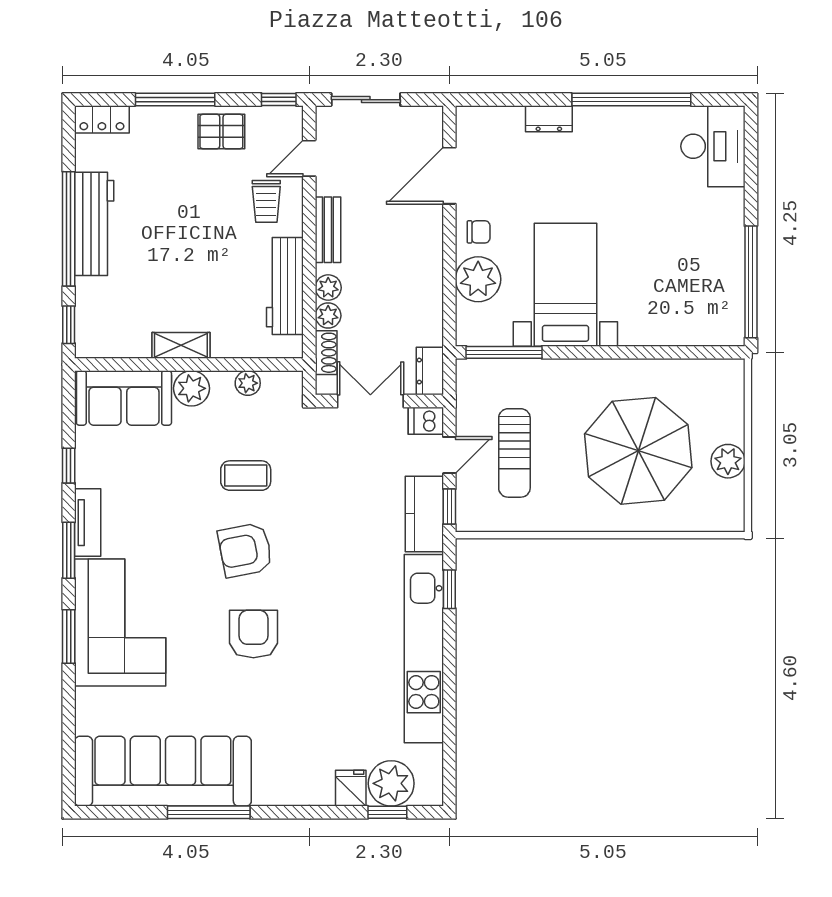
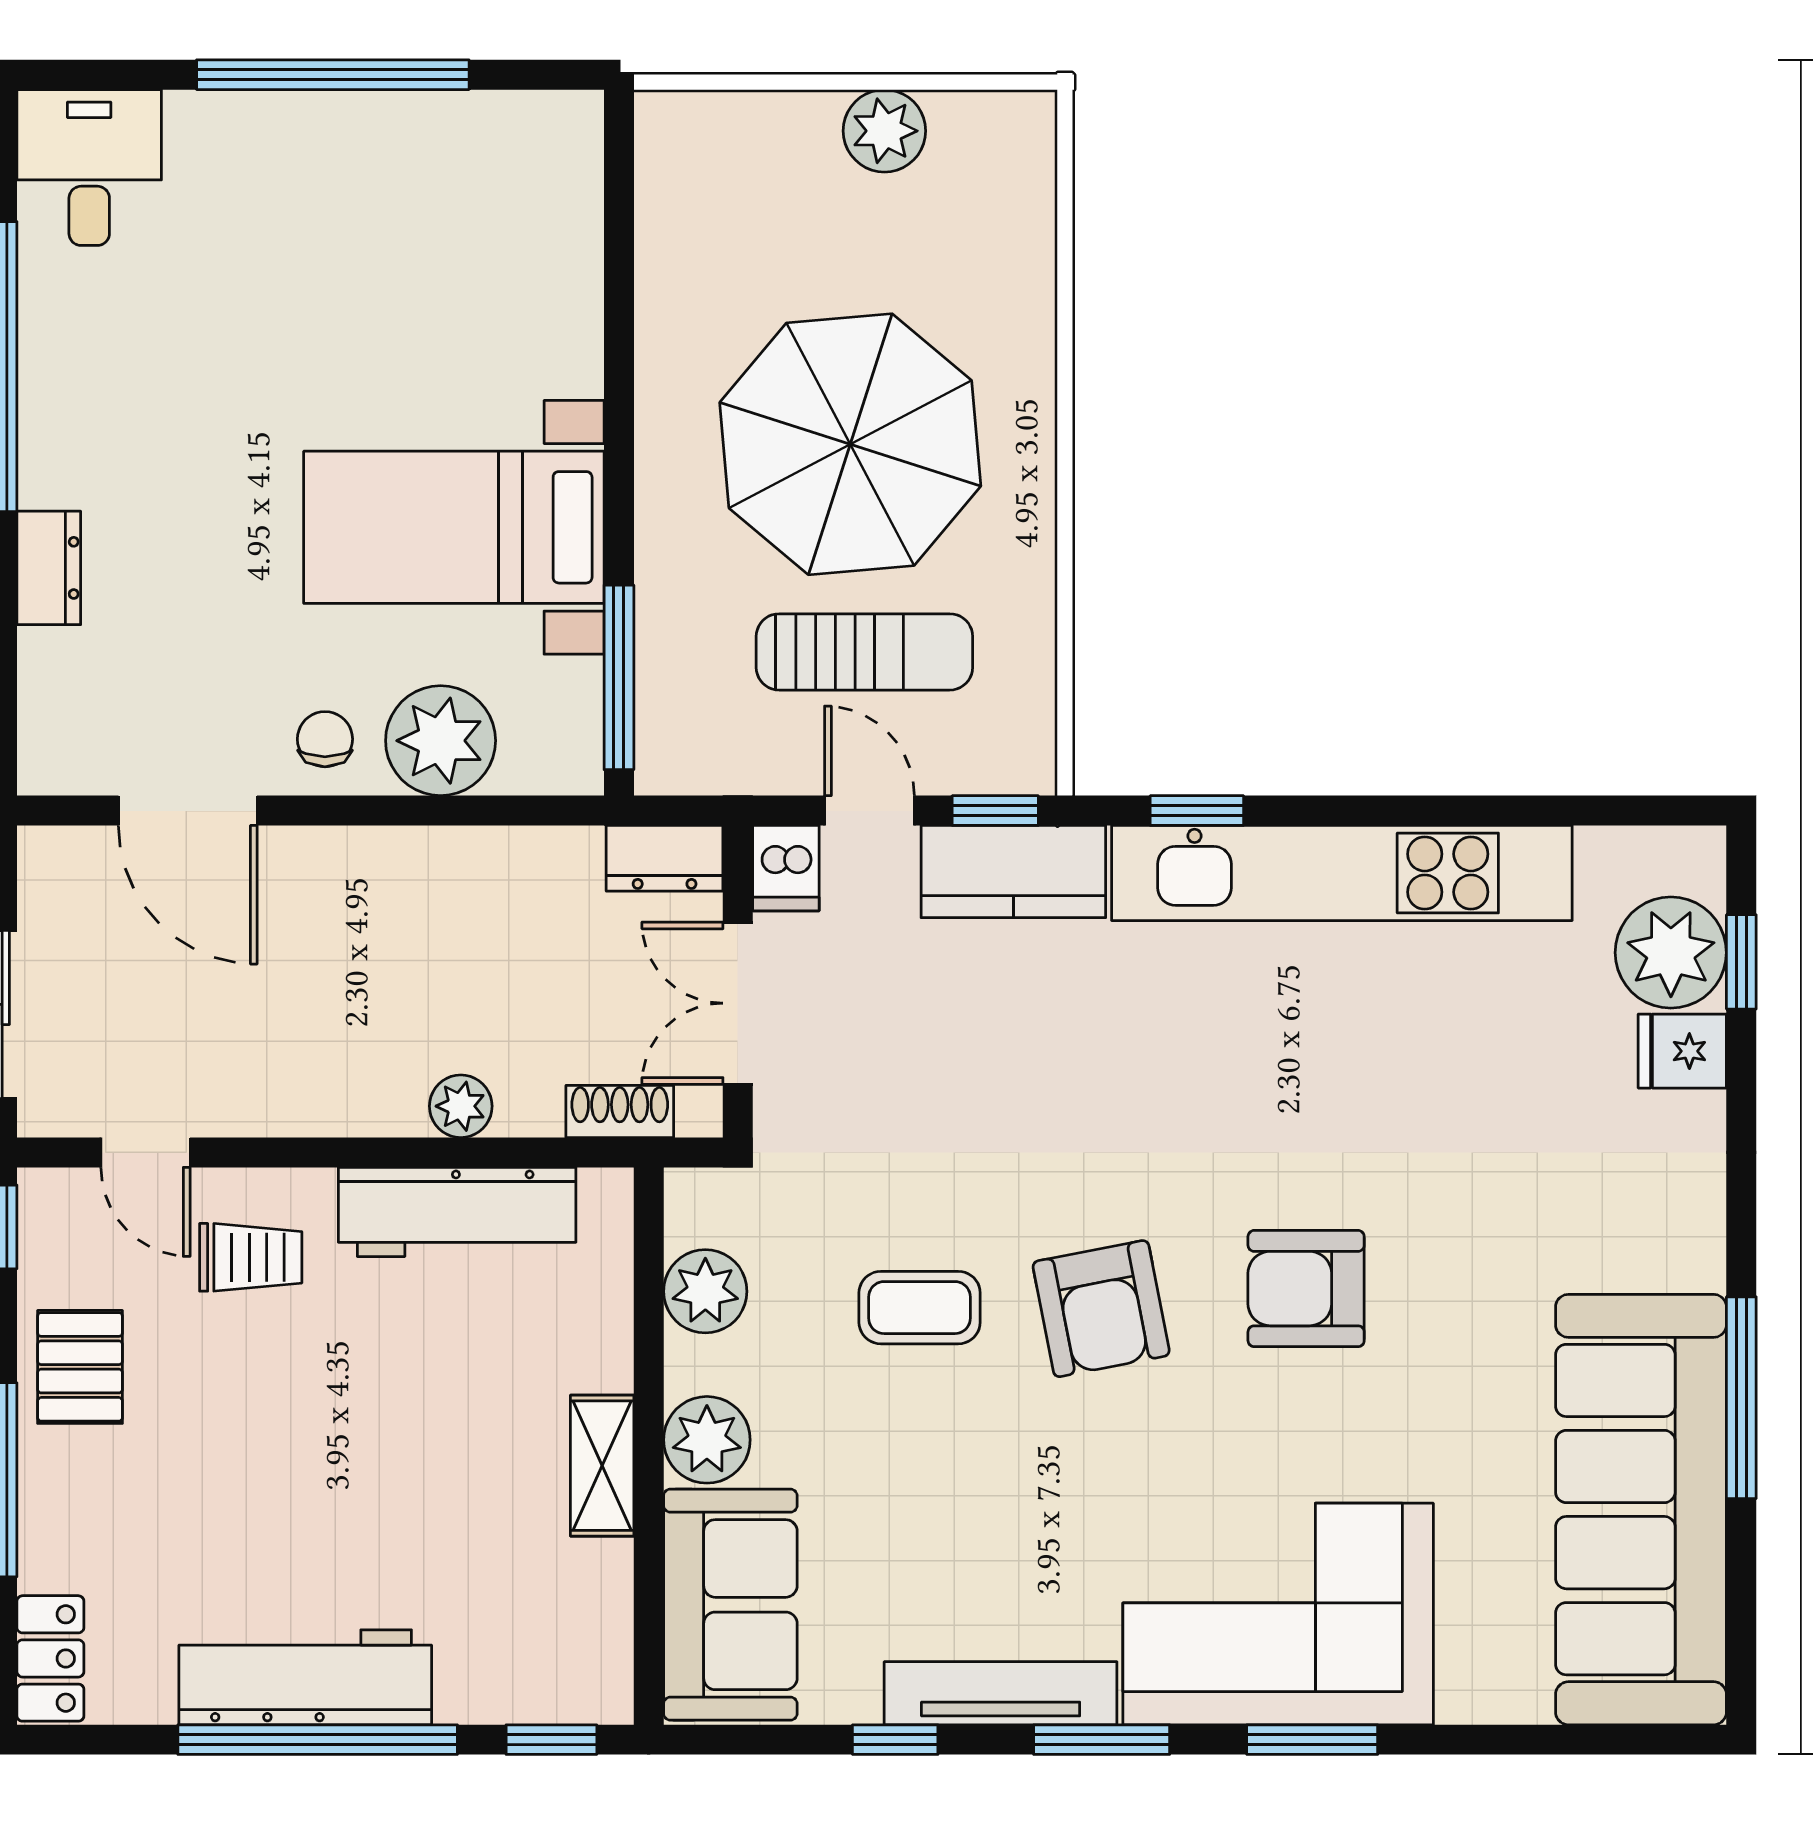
desk: (713, 146) -> (89, 168), width x0.73
bench: (328, 230) -> (320, 1107), removed
window: (751, 282) -> (333, 75), moved
plant: (328, 316) -> (529, 1107), removed
plant: (248, 383) -> (705, 1291), width x1.38, depth x1.38
parasol: (638, 451) -> (850, 444), moved
coffee table: (246, 476) -> (920, 1308), turned 90
tv unit: (88, 523) -> (1001, 1693), width x1.41

